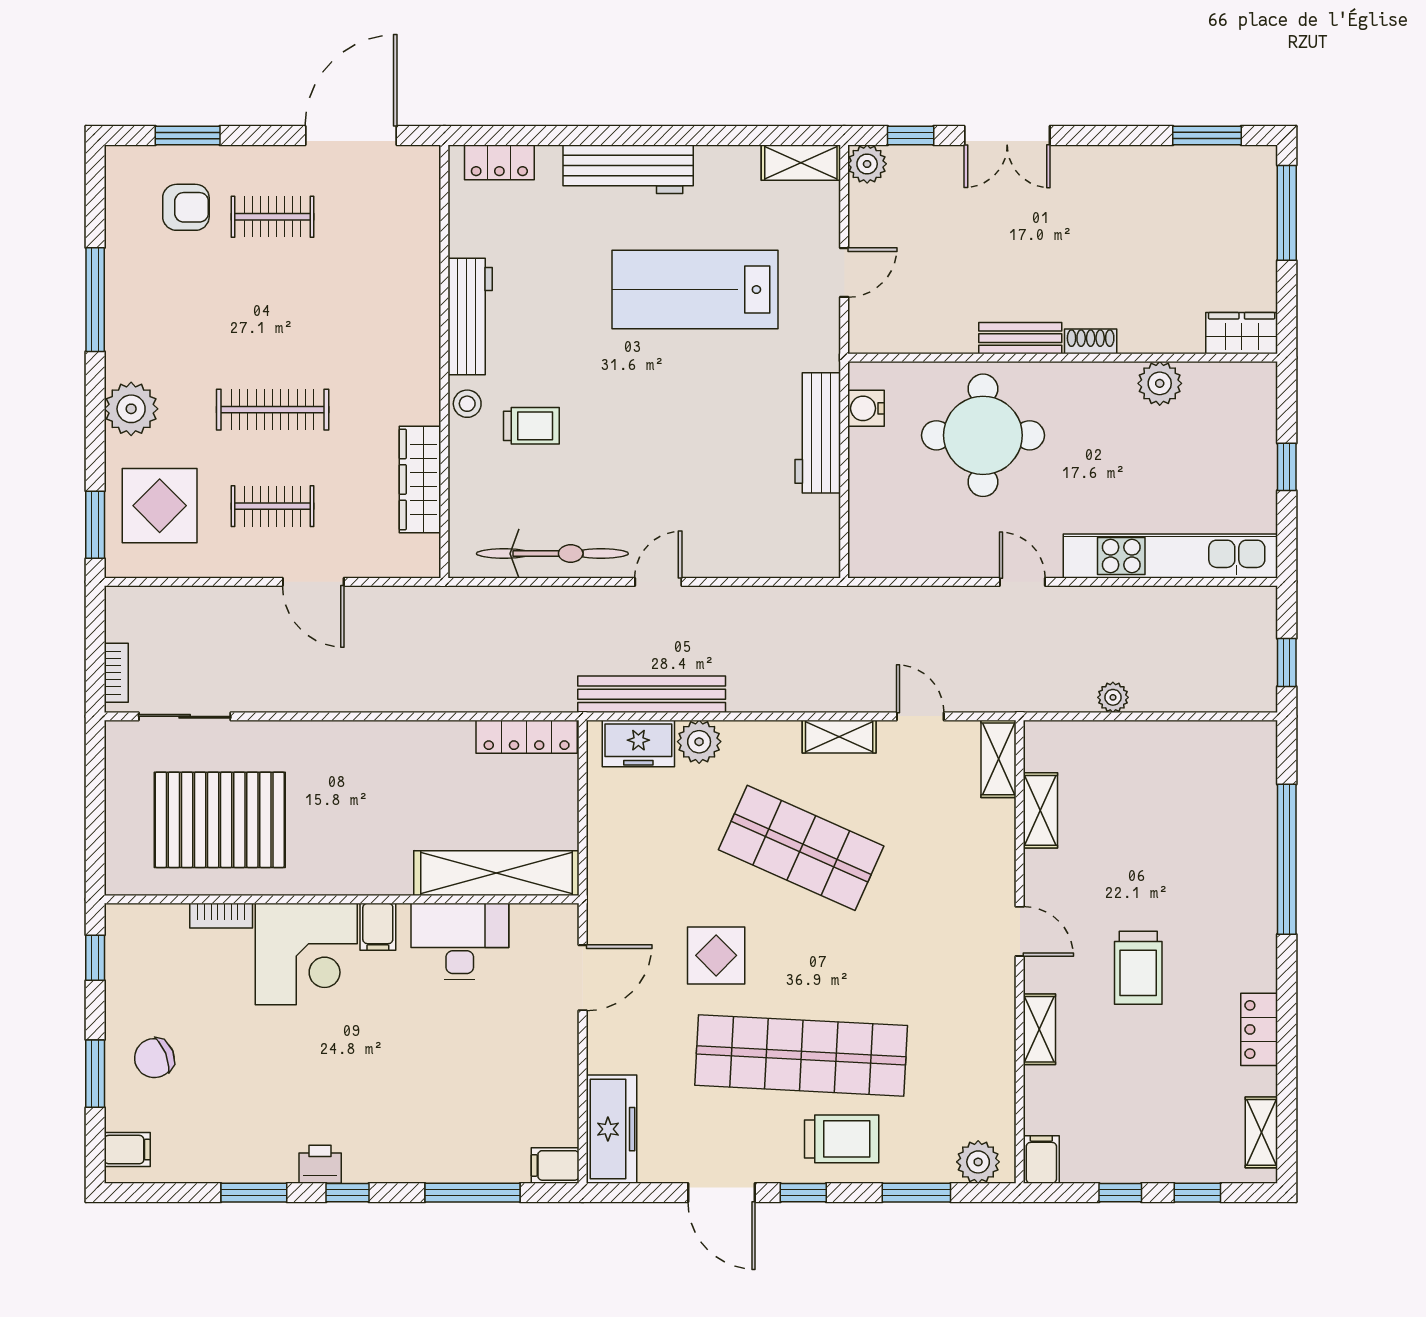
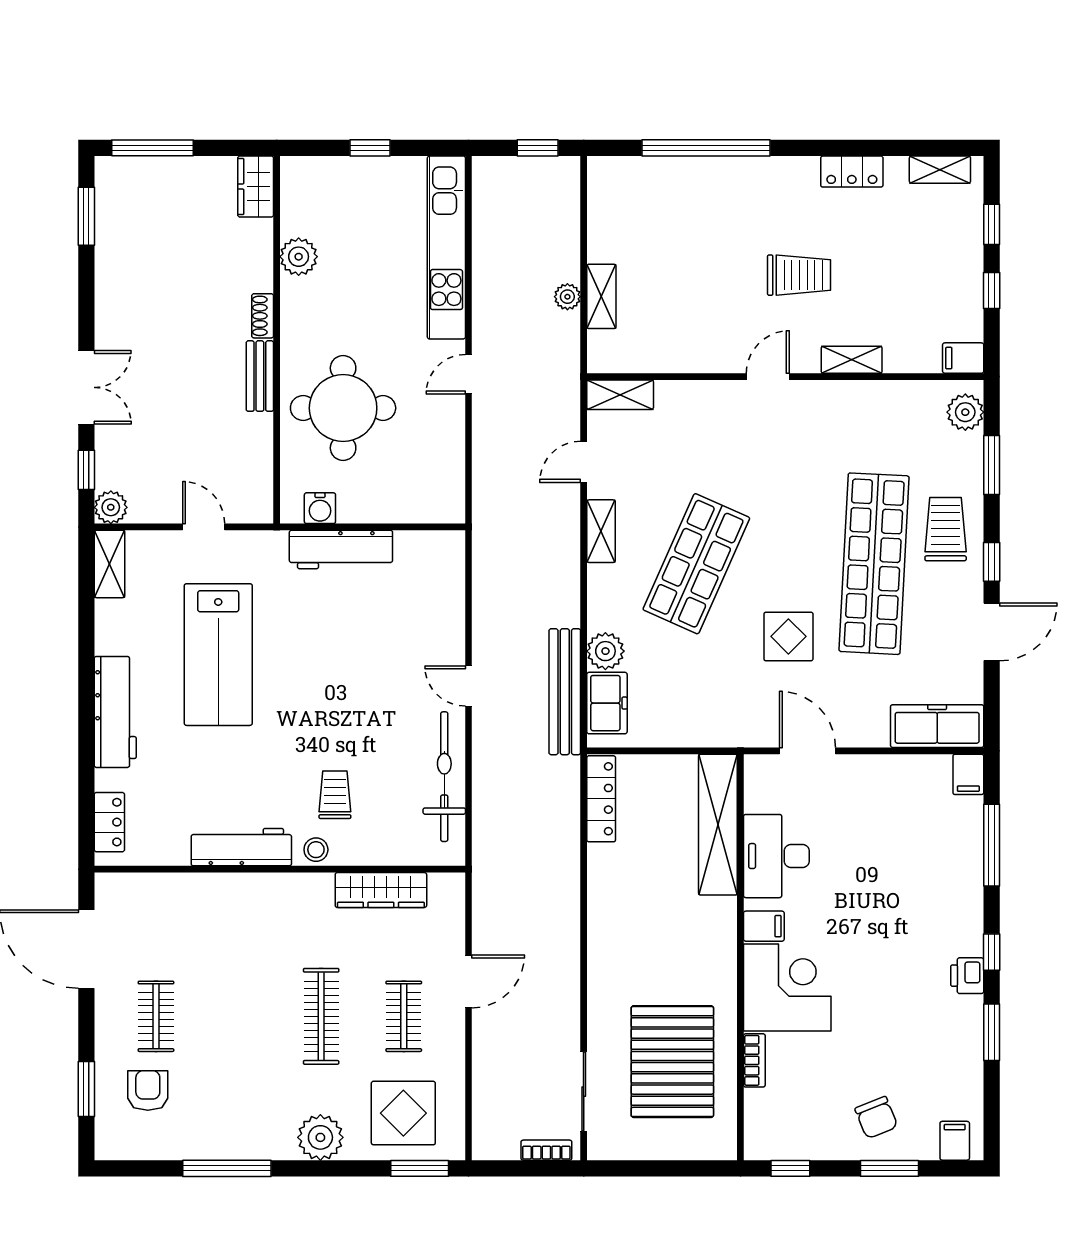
shelving: (1040, 810) -> (601, 296), moved, turned 90

